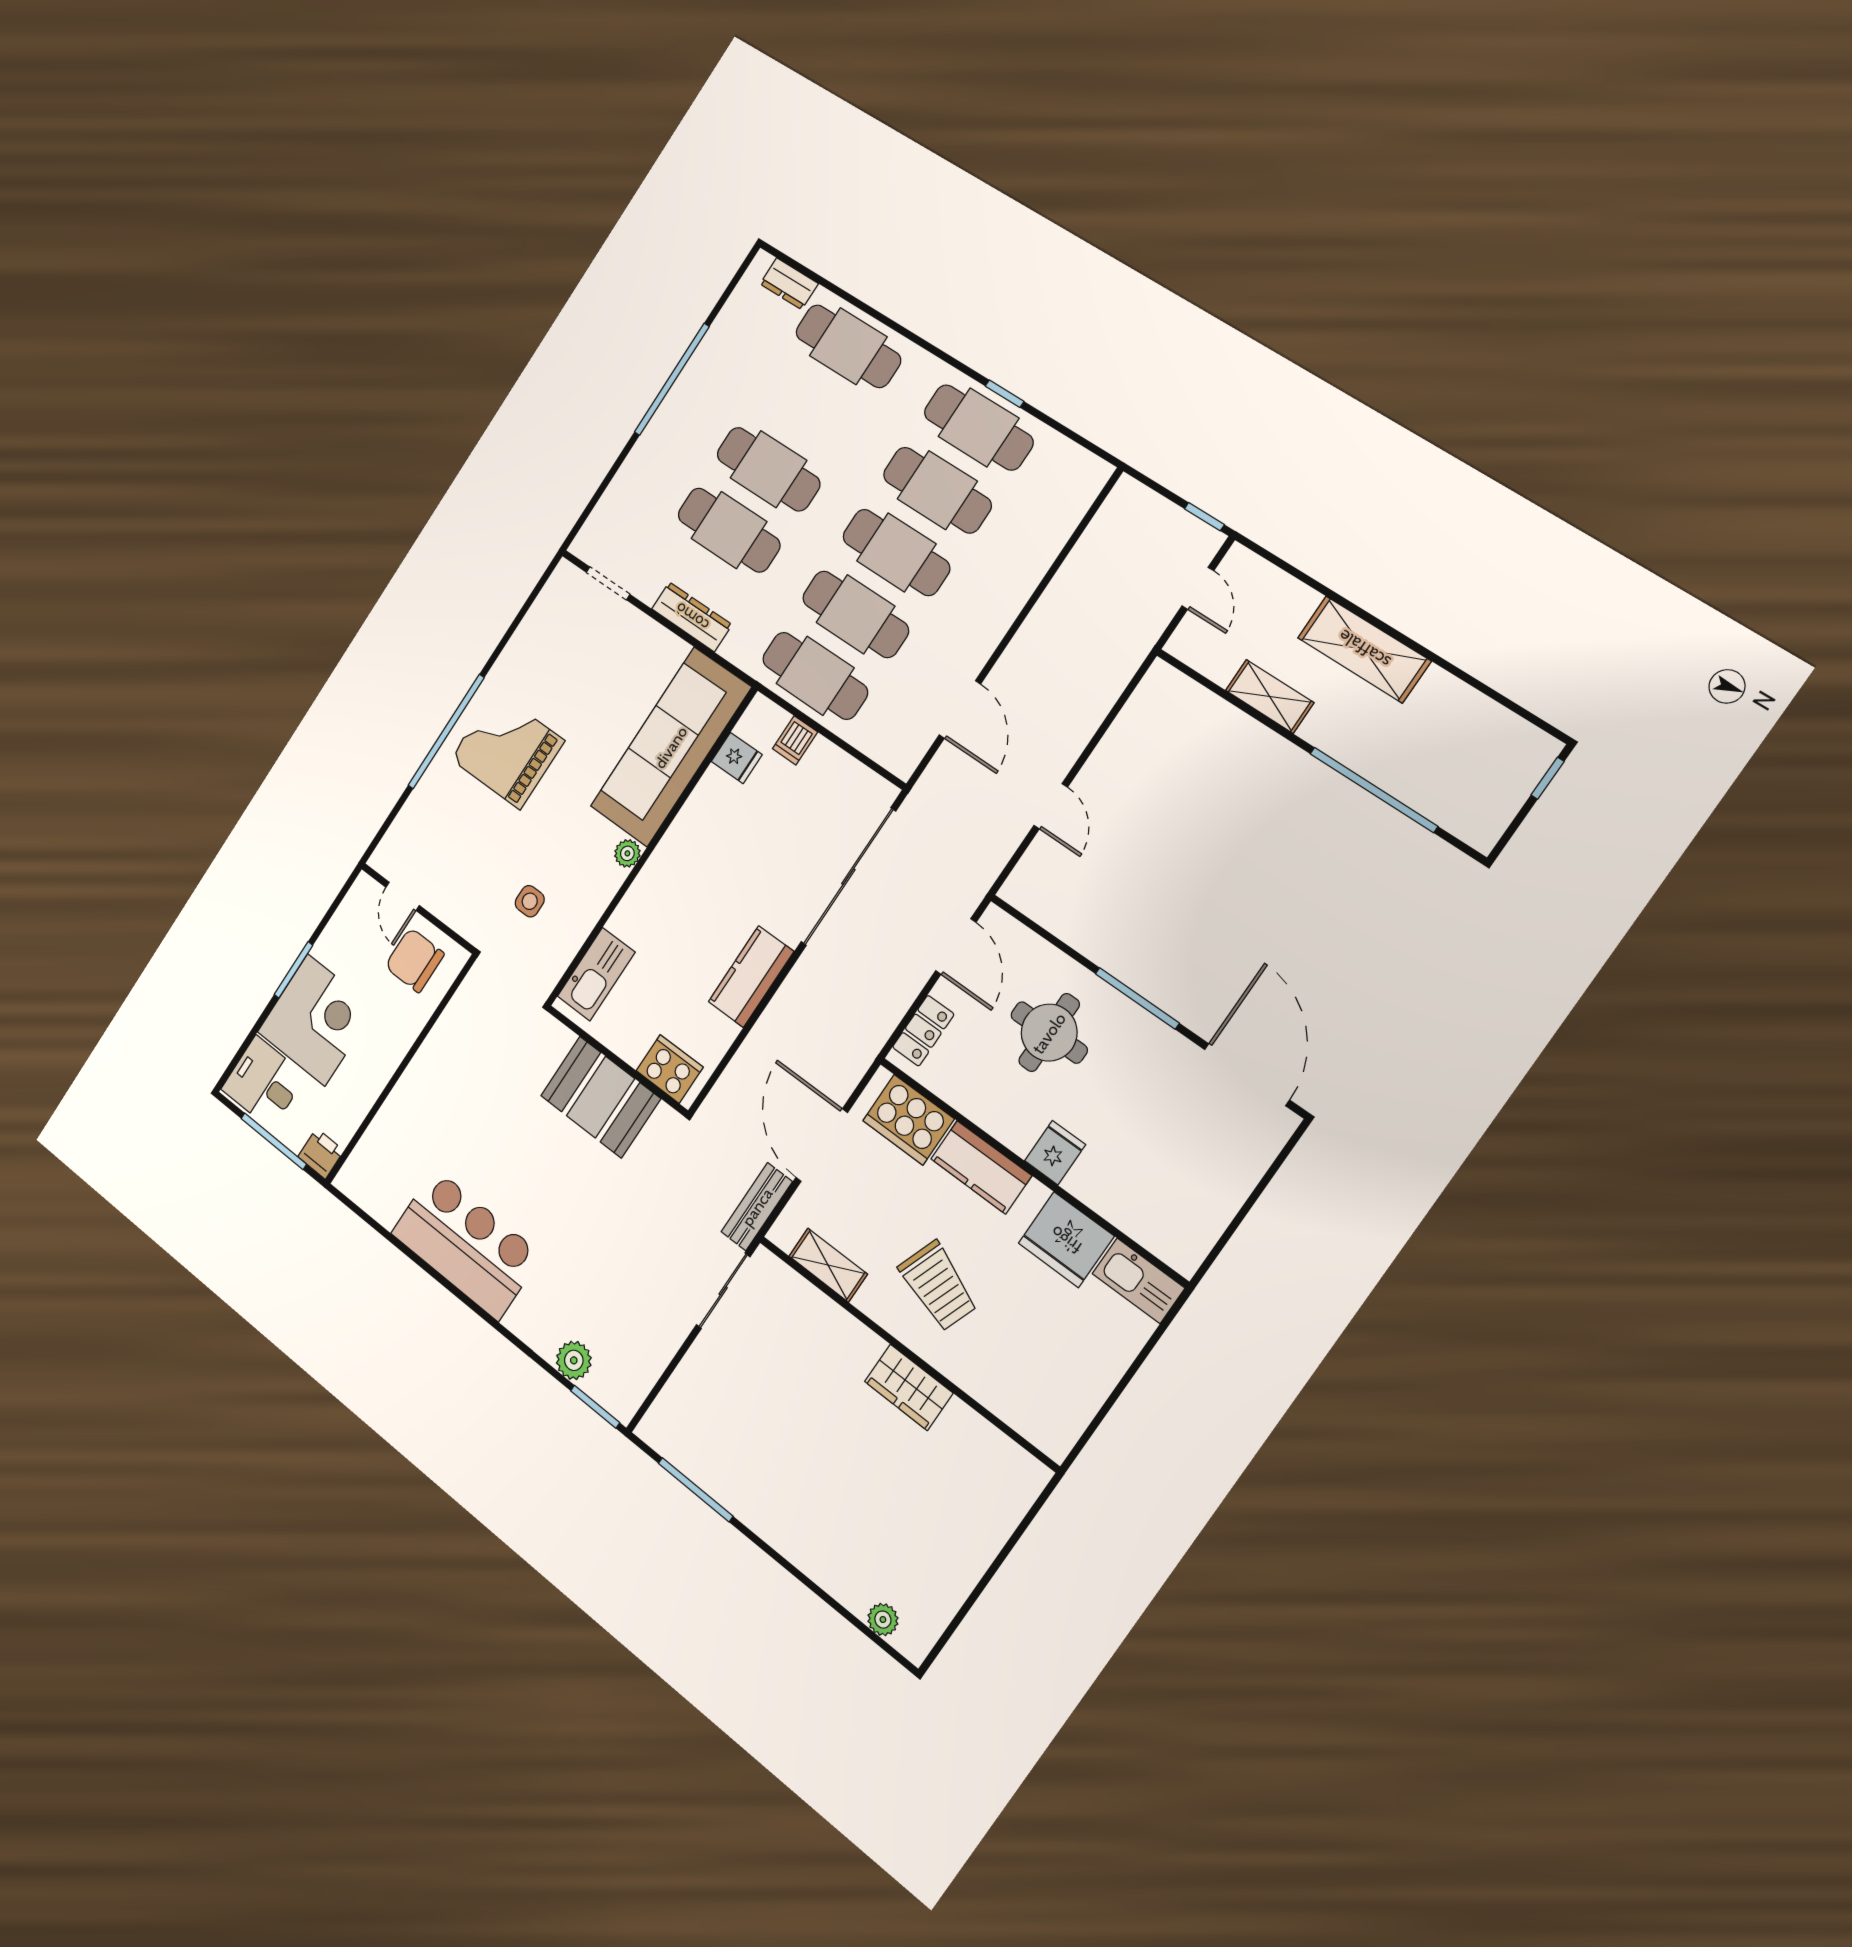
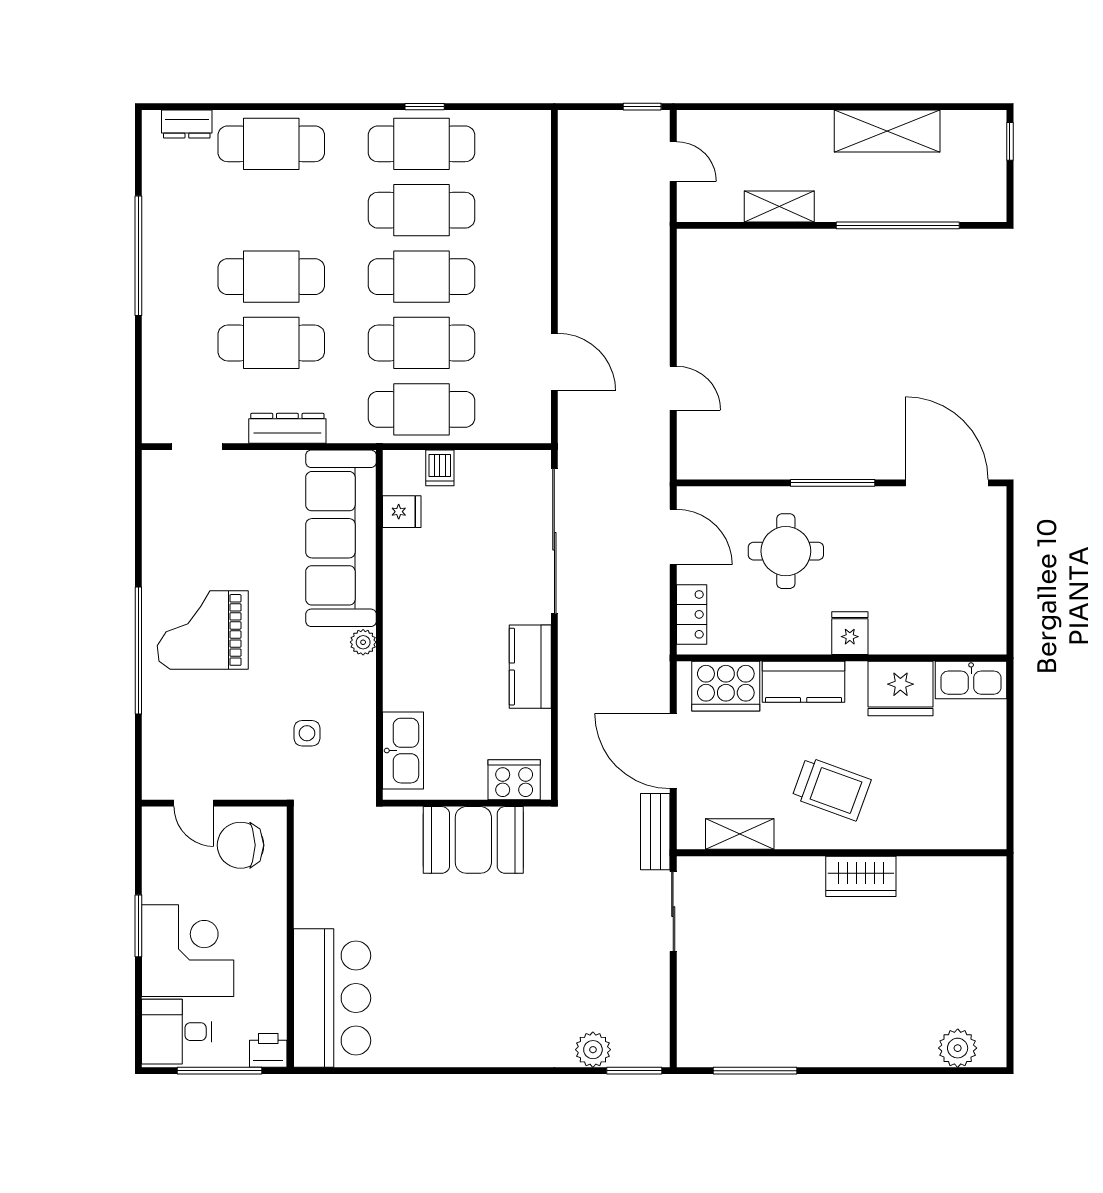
shelving: (1364, 649) -> (887, 131), moved
bar counter: (466, 1244) -> (332, 998), moved, turned 90
plant: (883, 1620) -> (958, 1048), width x1.38, depth x1.38

